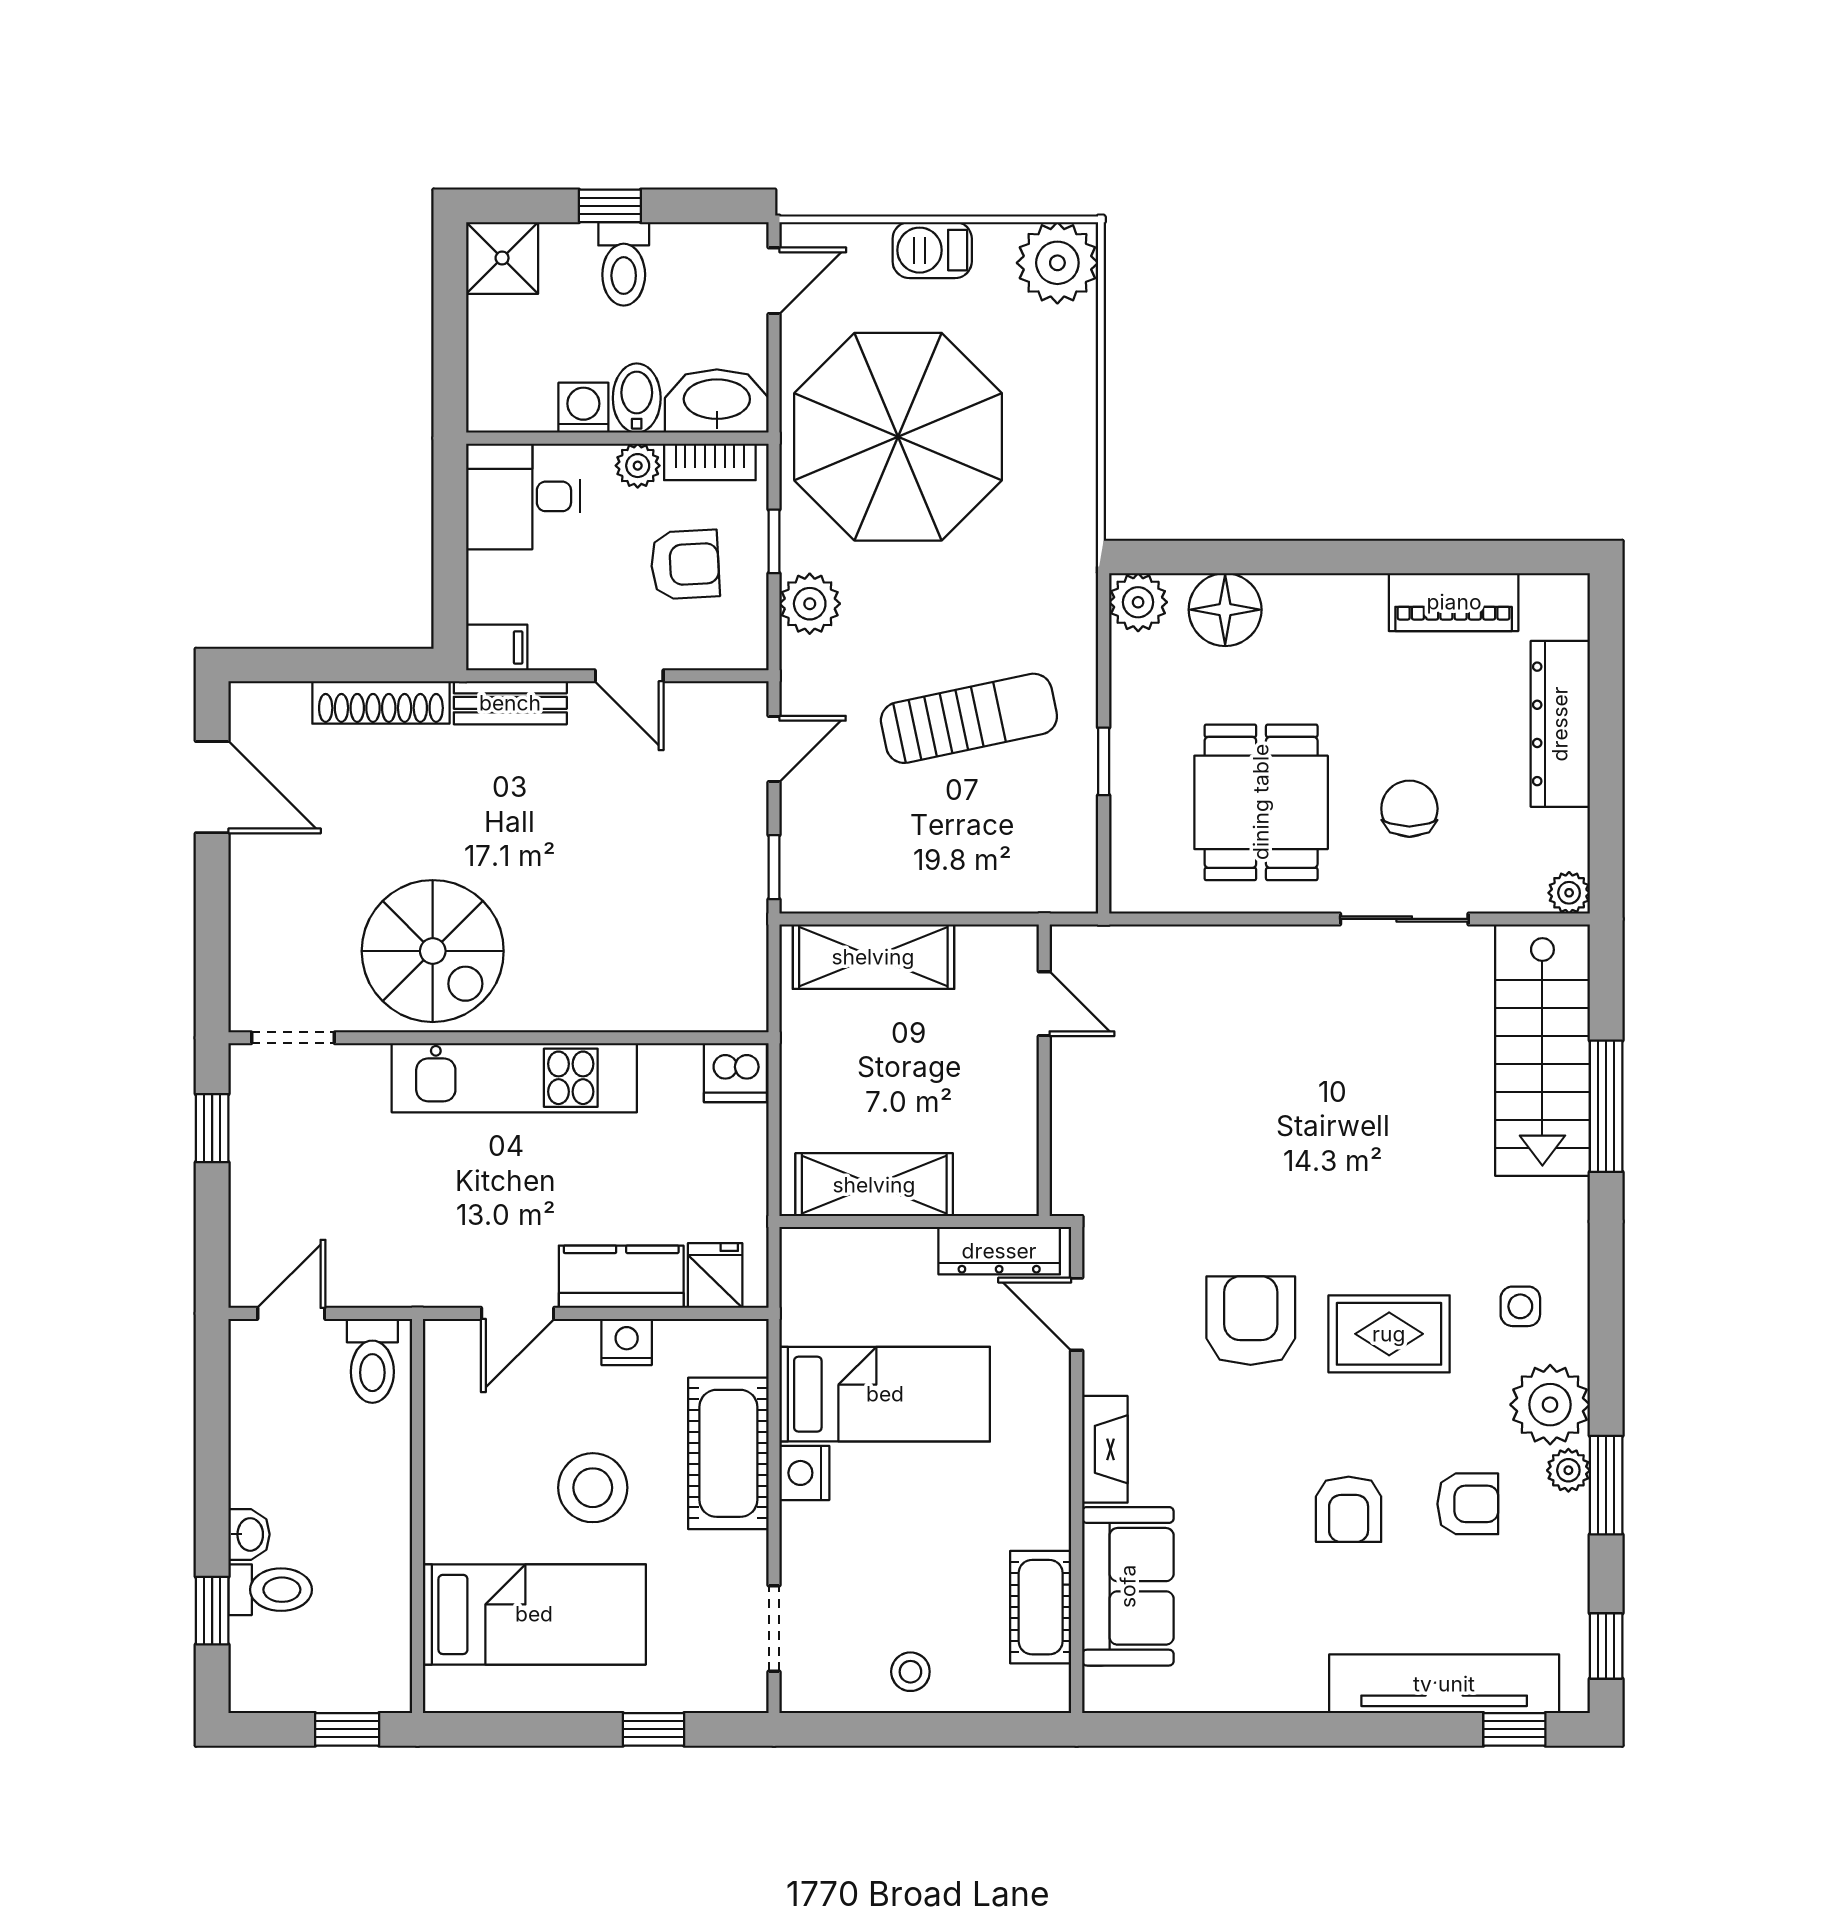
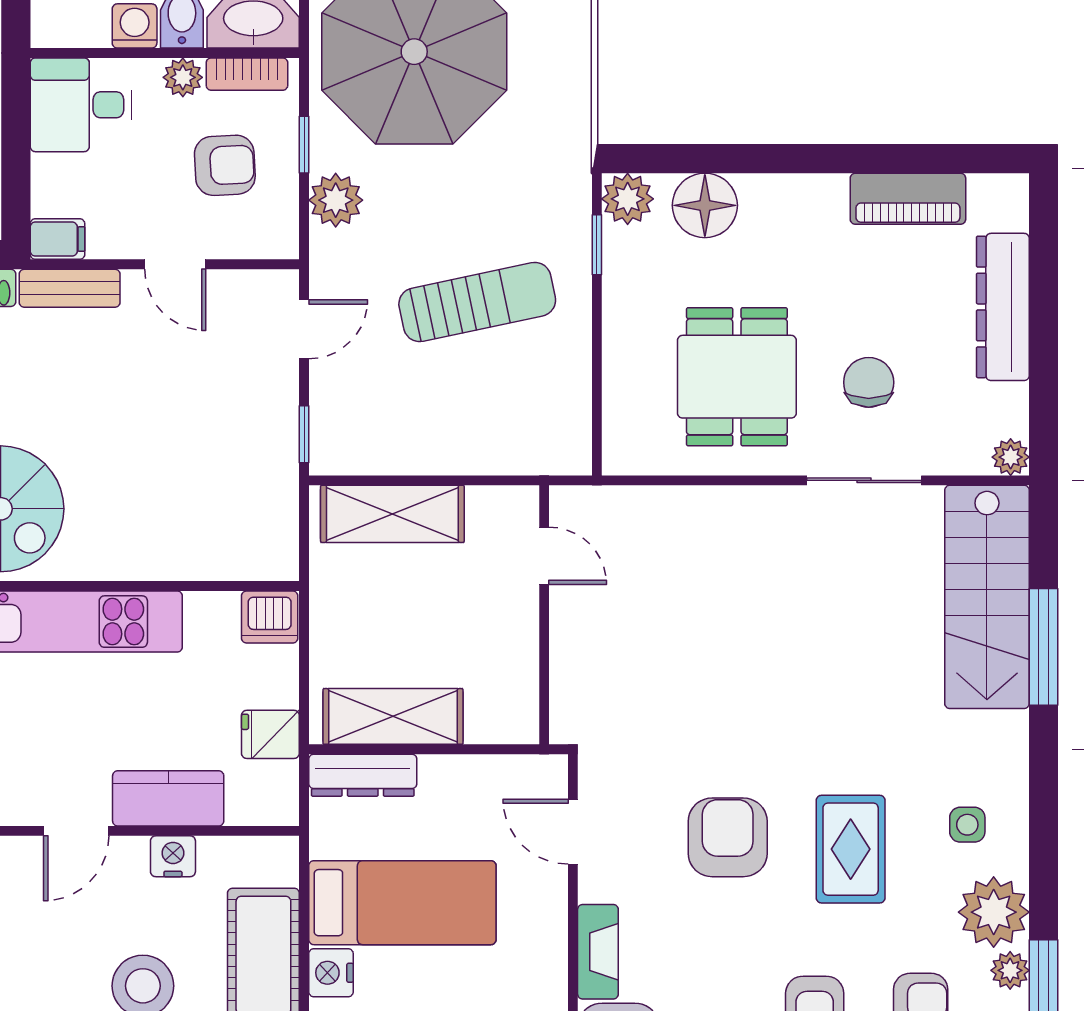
window: (1104, 761) -> (597, 245), moved
dresser: (999, 1251) -> (363, 775), moved
fridge: (715, 1276) -> (270, 734), moved, turned -90
rug: (1389, 1334) -> (851, 849), turned 90

